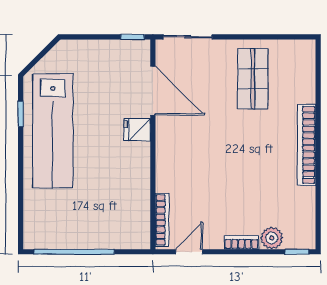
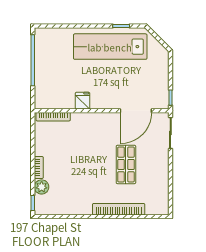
shop shelf: (253, 79) -> (126, 164), moved, turned 90
fridge: (137, 130) -> (83, 101), moved
bookcase: (306, 145) -> (119, 209), moved
door: (189, 252) -> (33, 134), removed

